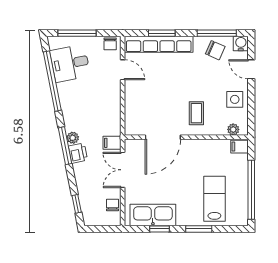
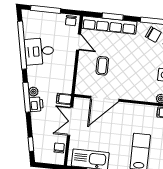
desk: (70, 63) -> (39, 51), moved
coffee table: (196, 113) -> (102, 66), moved

